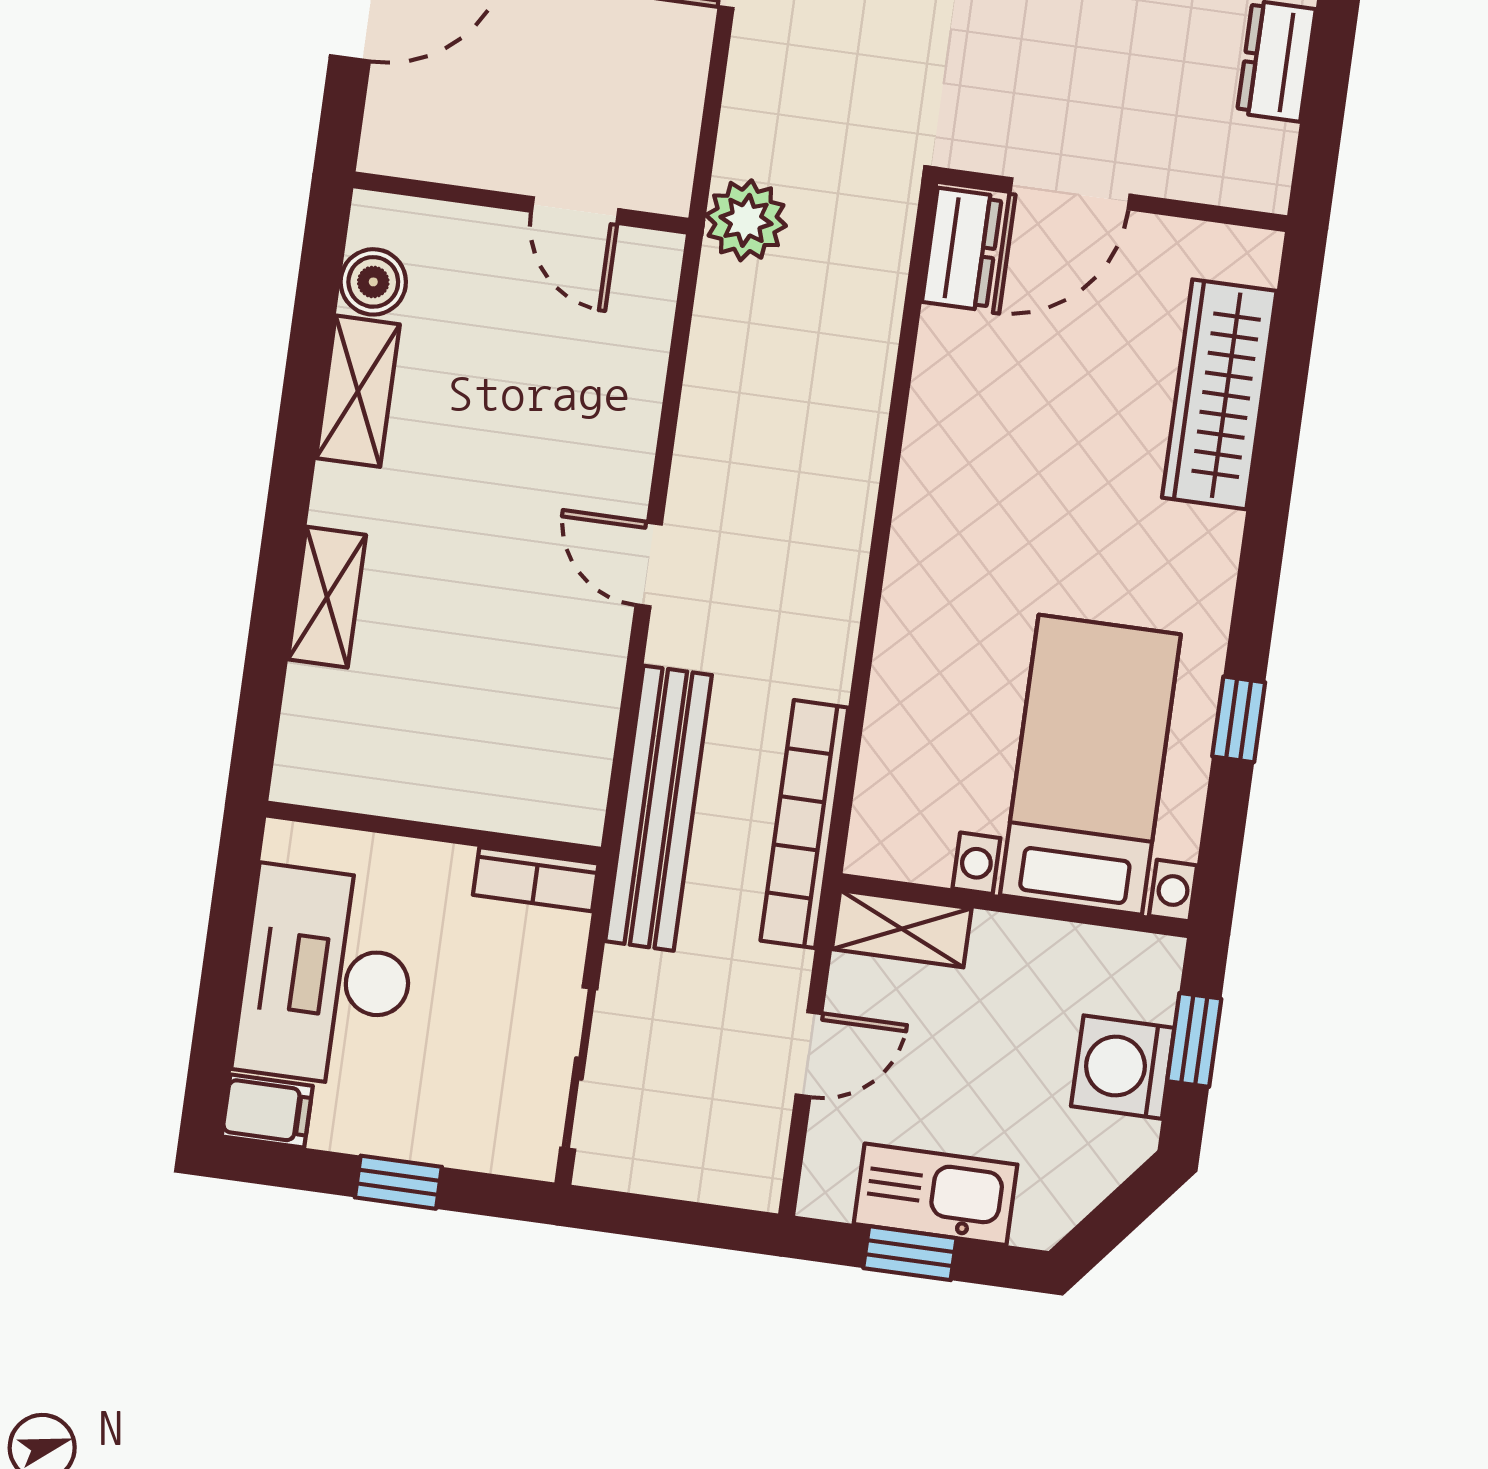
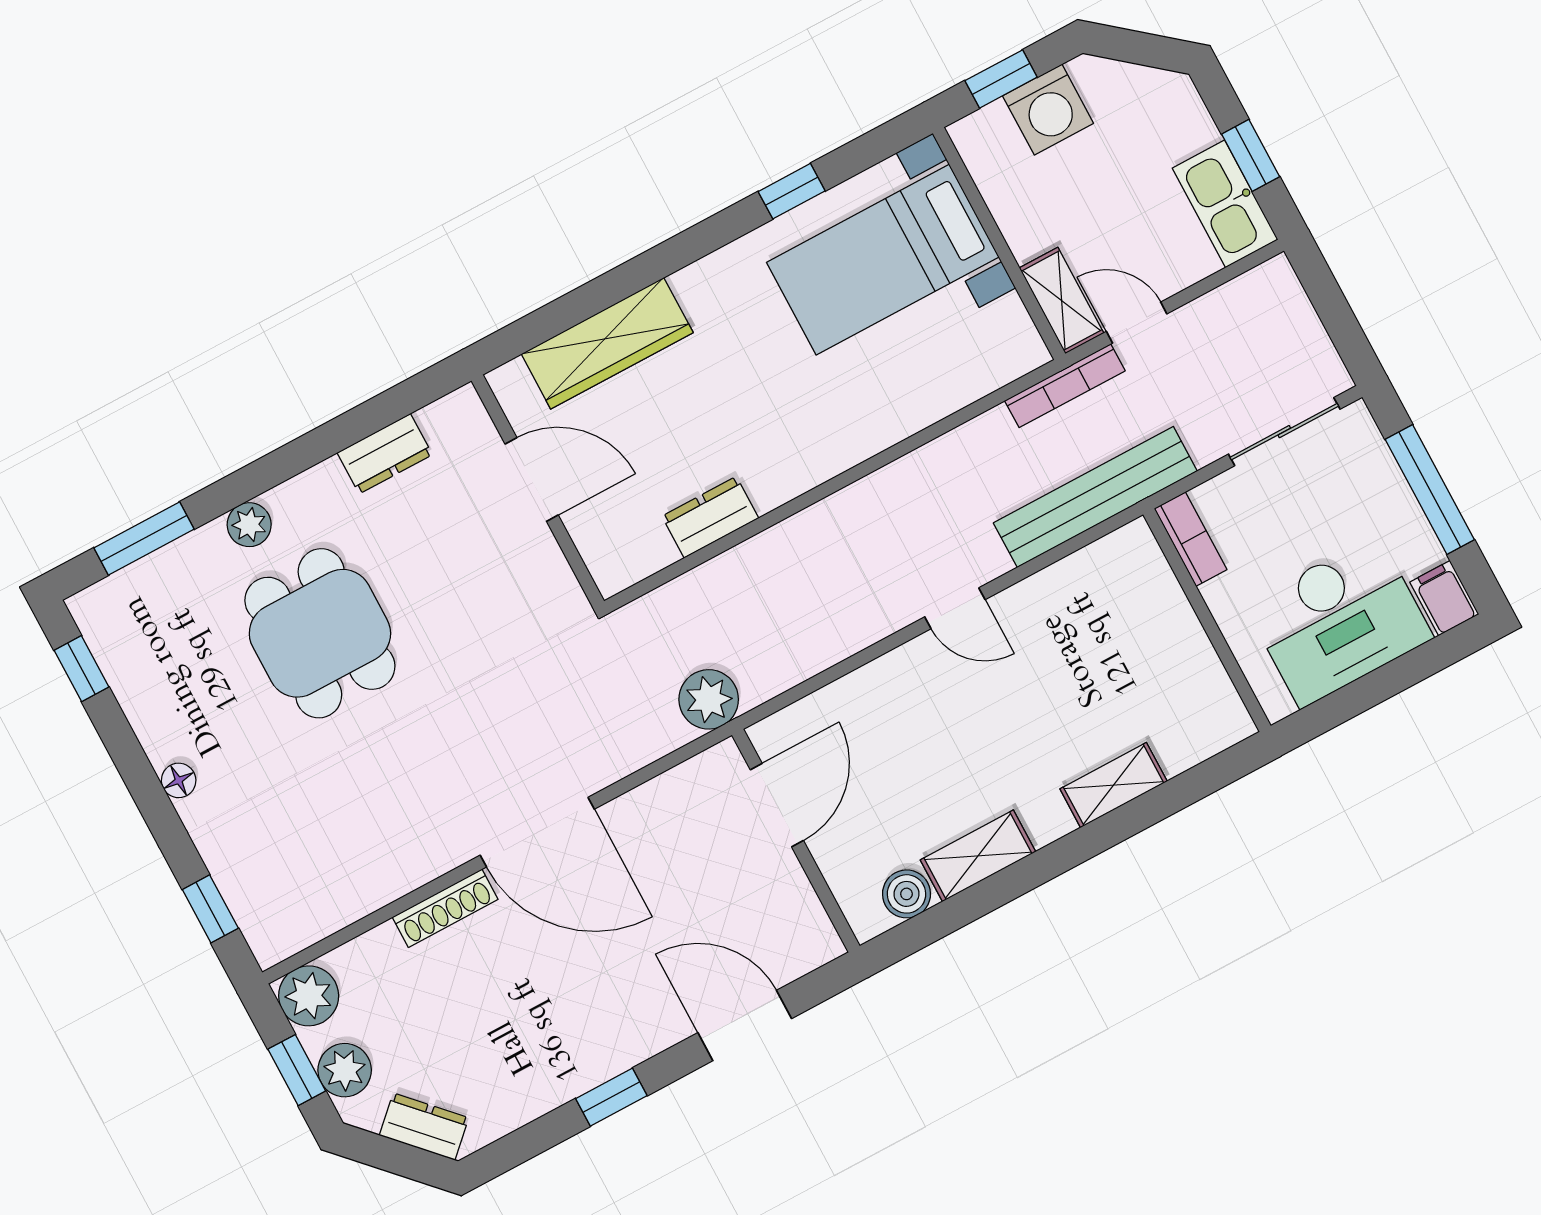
door: (1070, 194) -> (532, 479), moved
door: (575, 211) -> (777, 805), width x1.38
dresser: (962, 249) -> (710, 517), moved
door: (649, 564) -> (955, 608), hinge flipped
bookcase: (804, 824) -> (1065, 386), width x0.68, depth x0.76
door: (809, 1054) -> (1137, 323), moved
window: (398, 1182) -> (1430, 490), width x2.17
kitchen sink: (936, 1194) -> (1225, 204), moved

